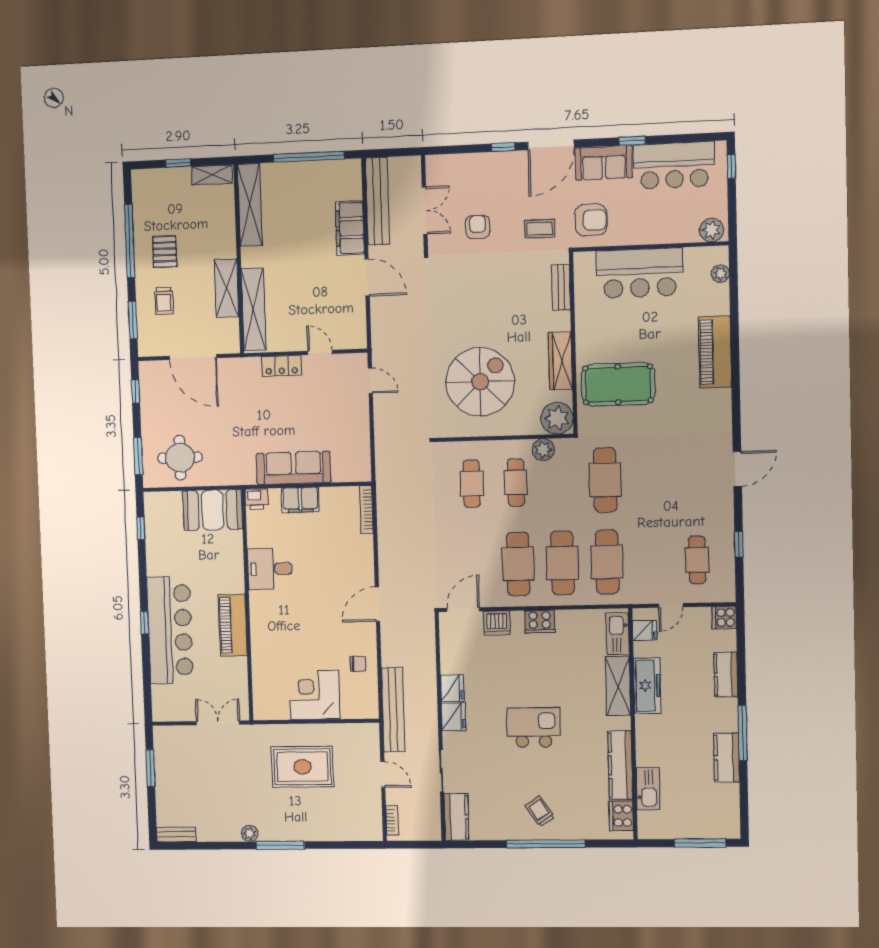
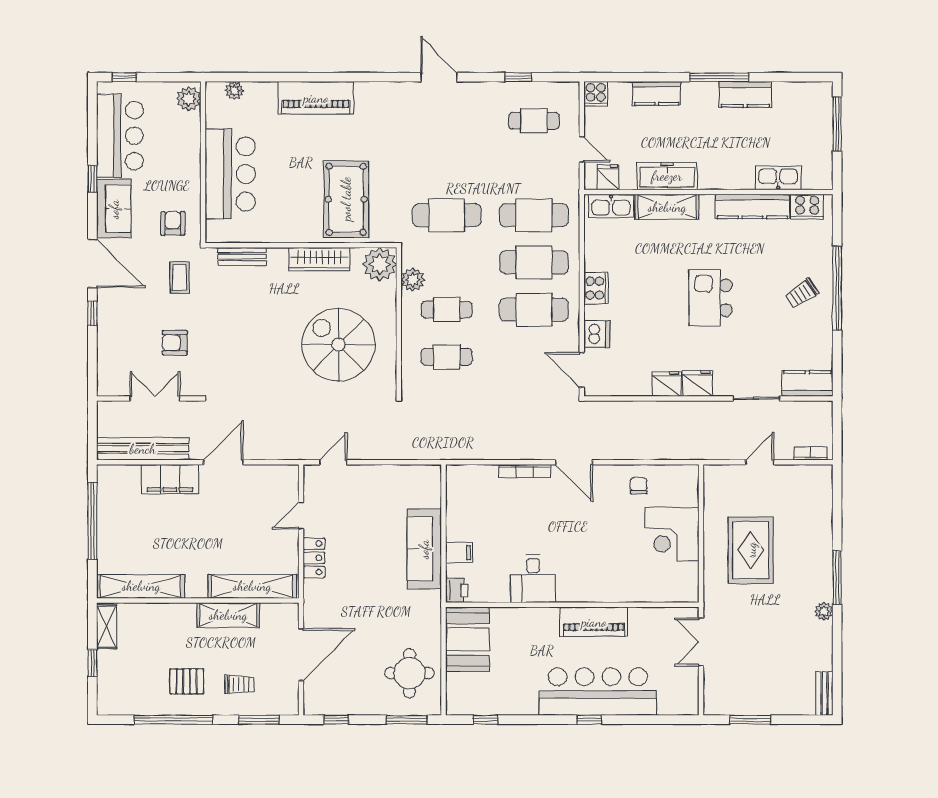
armchair: (591, 220) -> (173, 223), width x0.72, depth x0.72
filing cabinet: (300, 500) -> (459, 553), width x0.50
bookcase: (366, 510) -> (524, 471), moved
bench: (393, 710) -> (689, 449), removed

